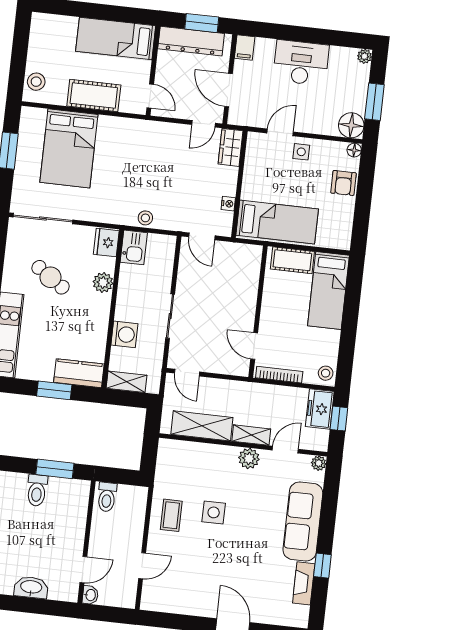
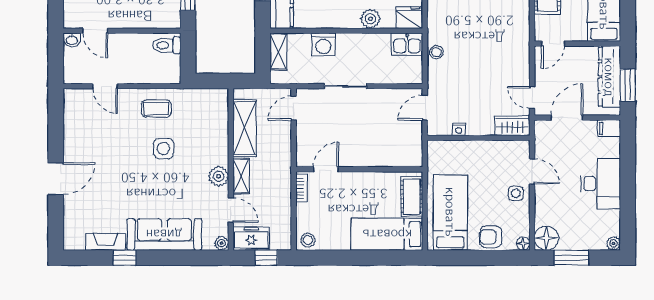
bed: (277, 222) -> (450, 212), moved, turned 180
bookcase: (279, 375) -> (302, 188), width x0.64
freezer: (320, 409) -> (251, 238), moved

